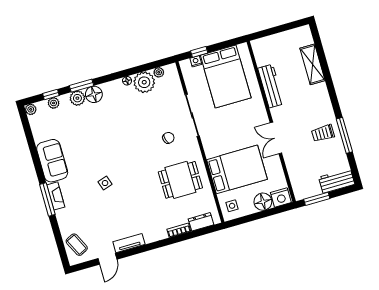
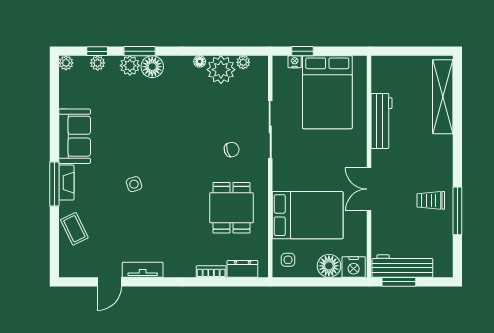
shelving: (313, 64) -> (443, 97), width x1.47
dining table: (180, 180) -> (232, 208), turned 90
workbench: (337, 181) -> (402, 266), moved, width x1.38
coffee table: (77, 245) -> (74, 229), moved

